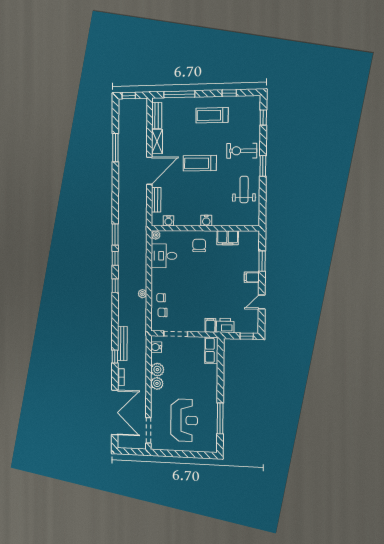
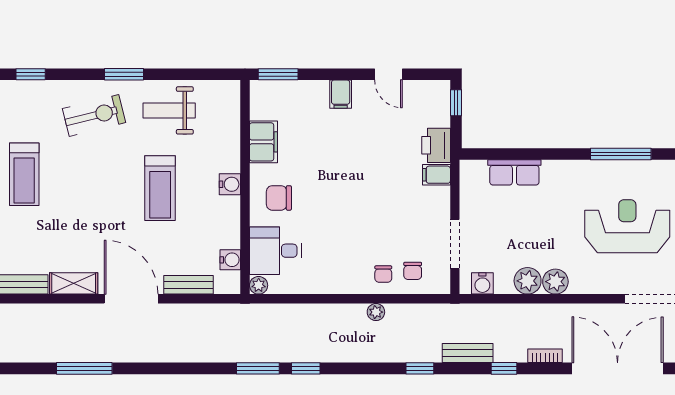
exercise bike: (242, 151) -> (94, 116), turned -104
treadmill: (200, 163) -> (160, 188), moved
desk: (164, 256) -> (275, 251), moved, turned 90
window: (262, 261) -> (278, 74), moved
window: (115, 286) -> (420, 368), moved
bench: (122, 343) -> (468, 353), width x0.73
row of seats: (211, 350) -> (514, 172), moved

